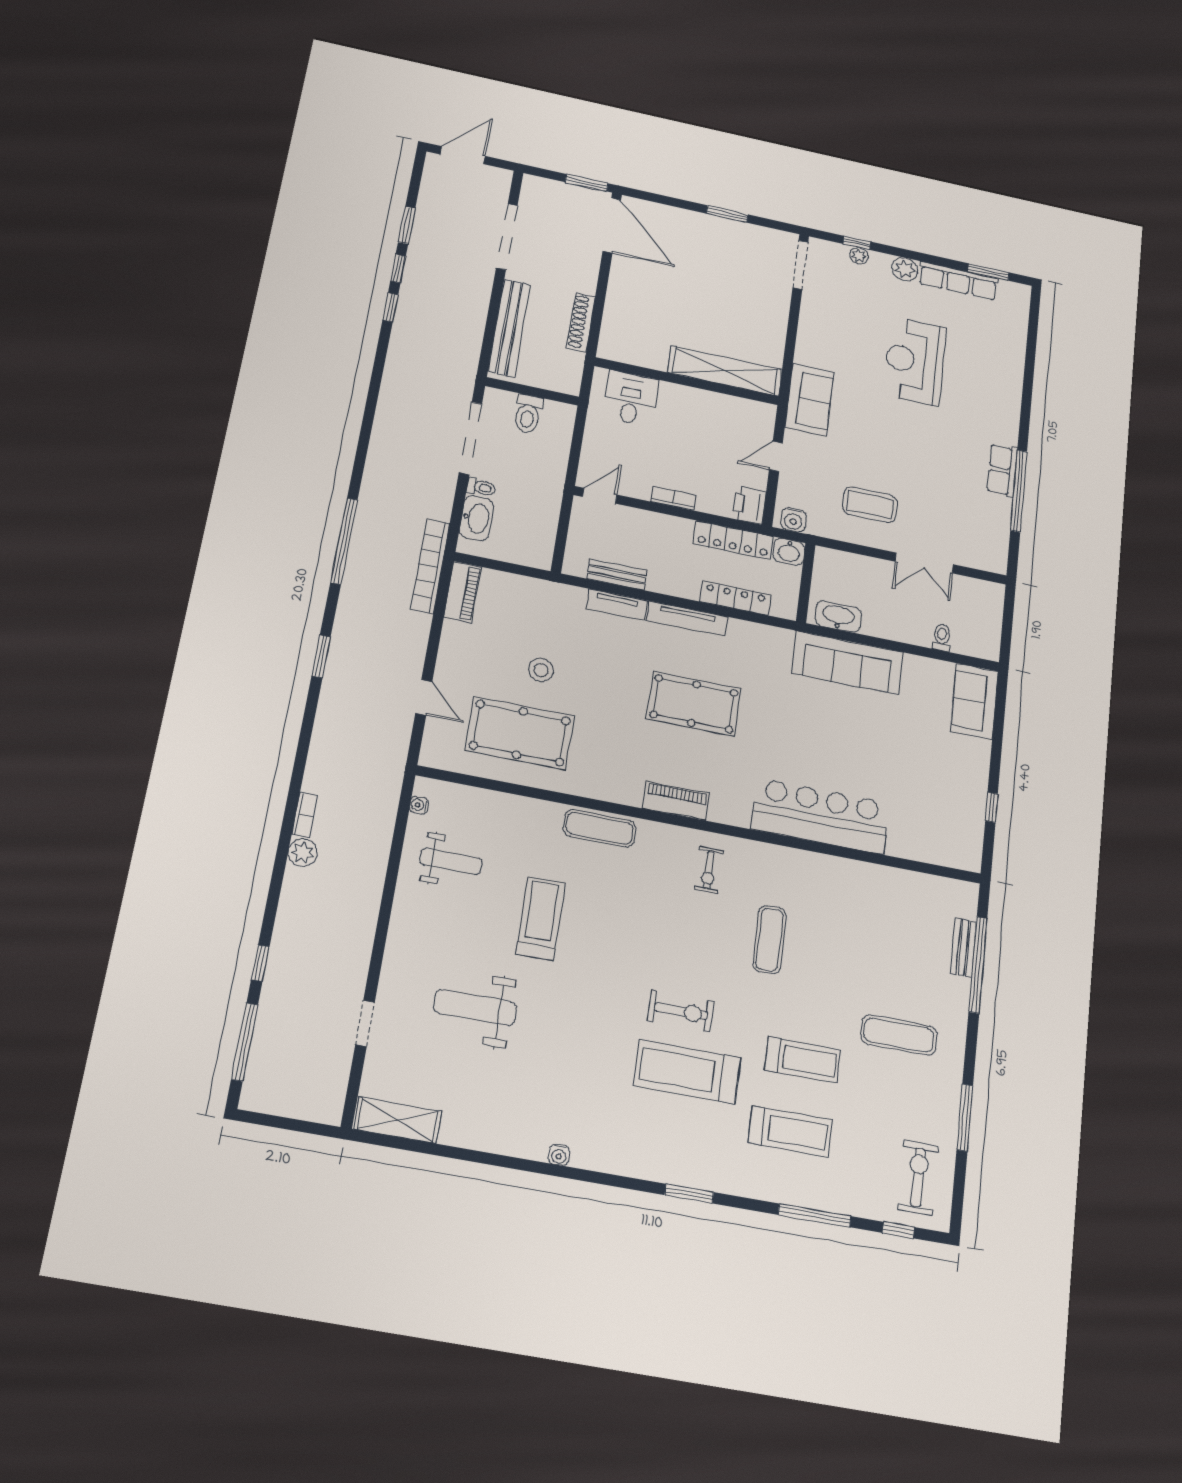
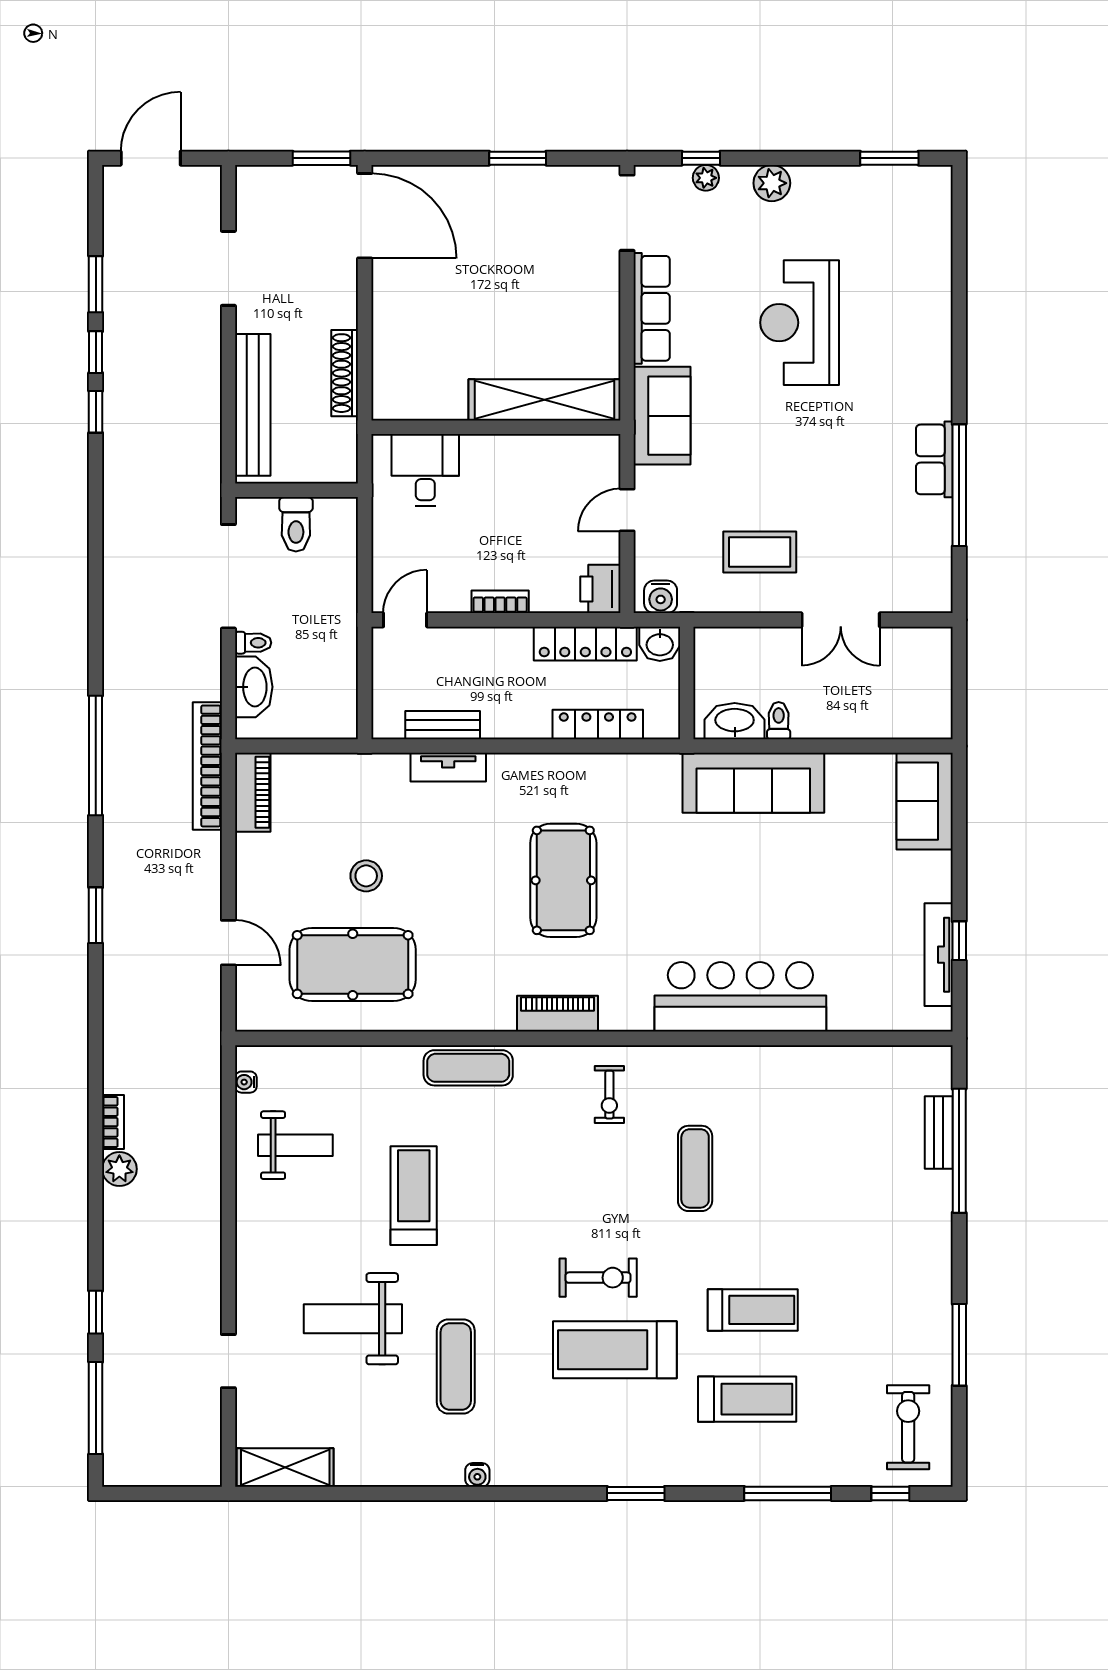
doorway: (507, 237) -> (228, 268), width x0.73
row of seats: (958, 281) -> (652, 308), moved, turned -90
tv unit: (687, 619) -> (939, 955), moved, turned 90
toilet: (942, 637) -> (779, 721), moved
pool table: (694, 704) -> (563, 880), turned 90
exercise mat: (899, 1035) -> (456, 1366), moved, turned 90

